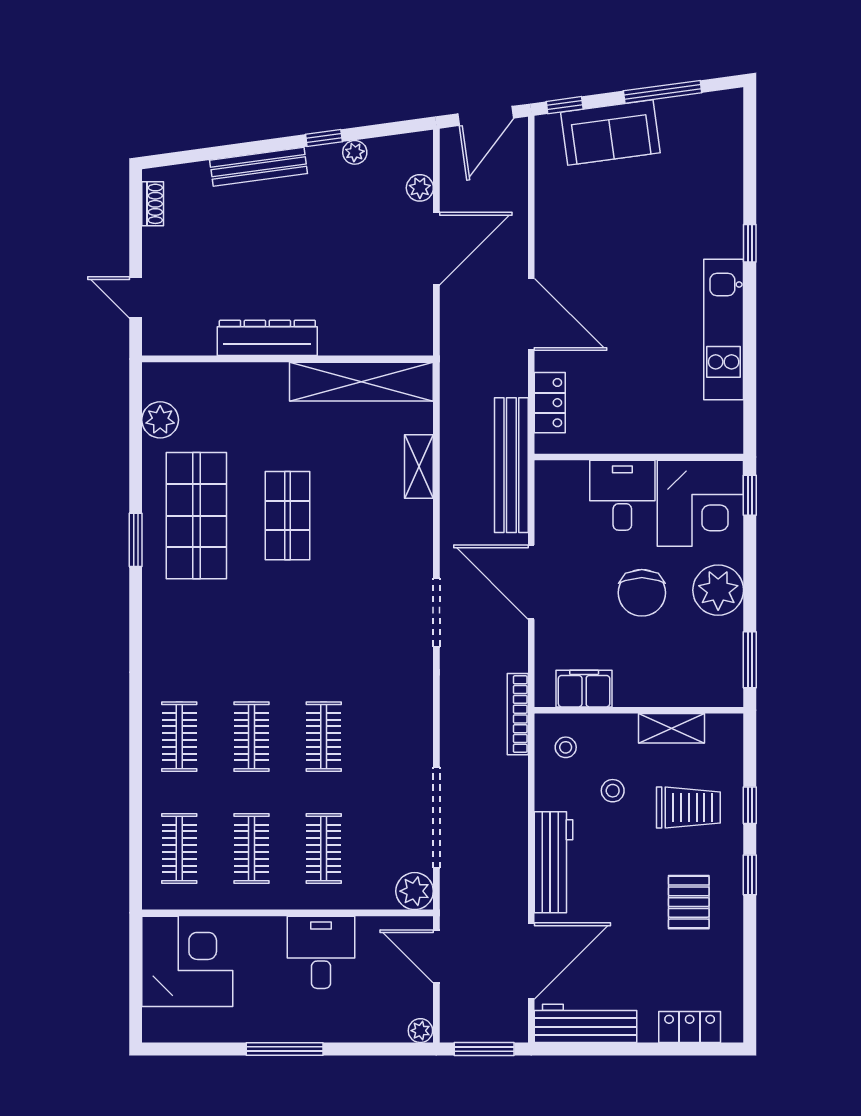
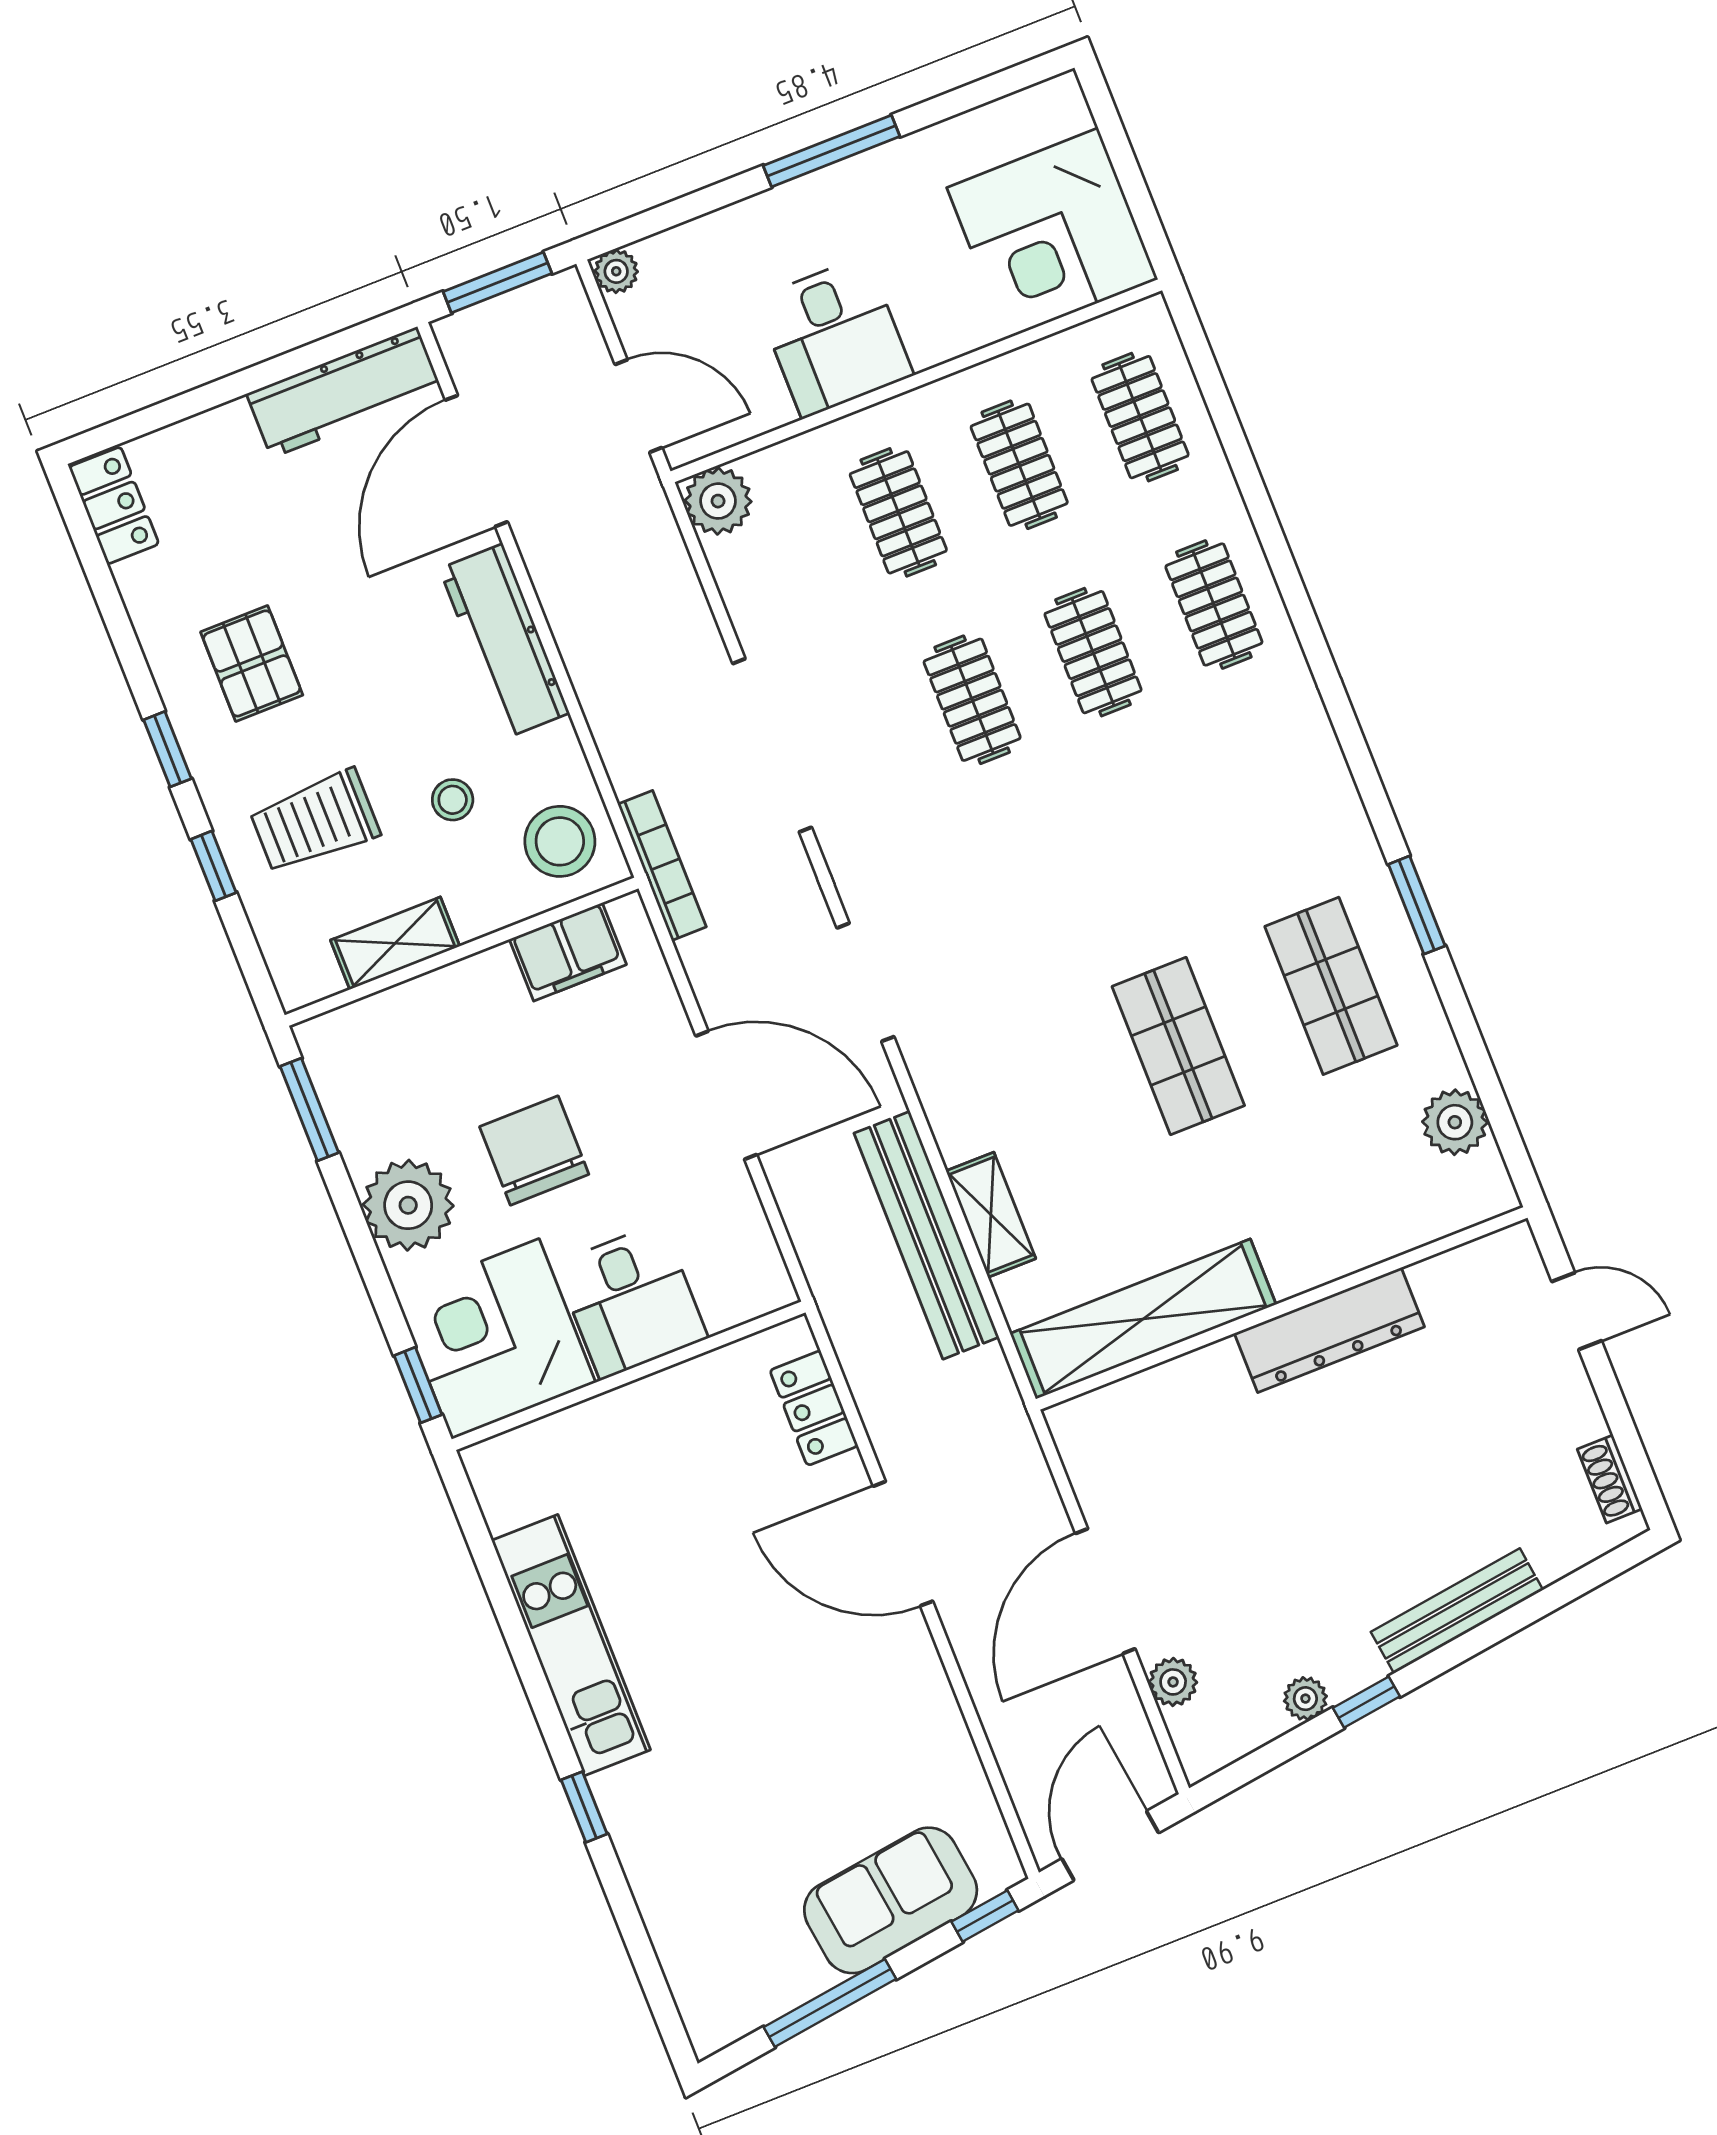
bench: (511, 465) -> (926, 1235), moved
shop shelf: (196, 516) -> (1331, 986), width x0.70, depth x0.74
stool: (566, 747) -> (560, 841), width x1.89, depth x1.89
doorway: (436, 818) -> (772, 745), moved
locker: (690, 1027) -> (114, 506), moved, turned -90

